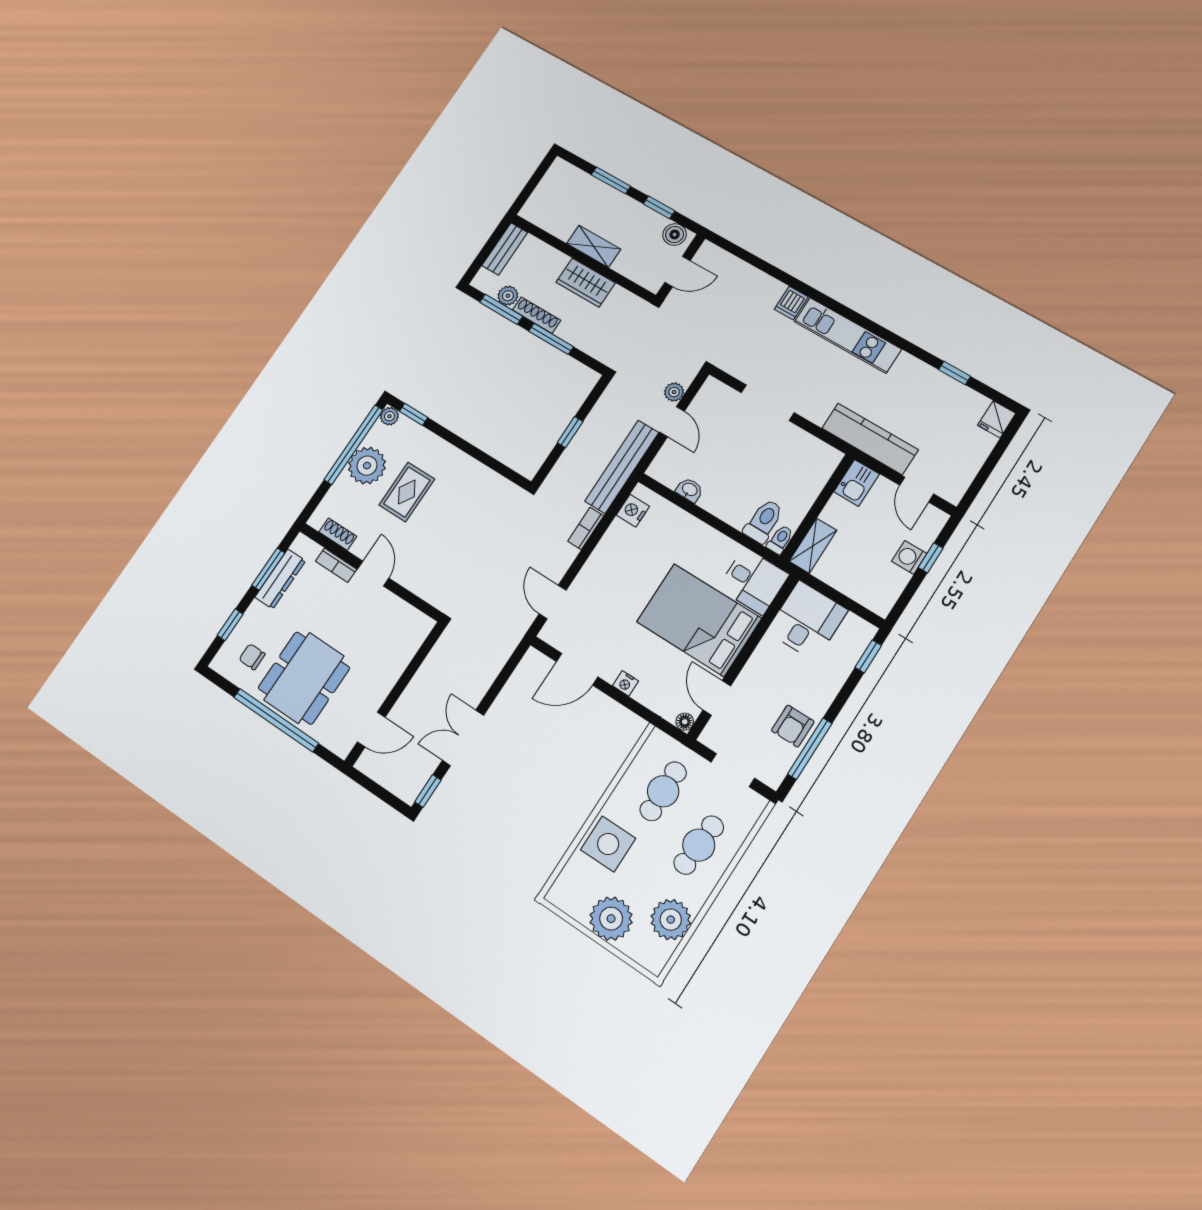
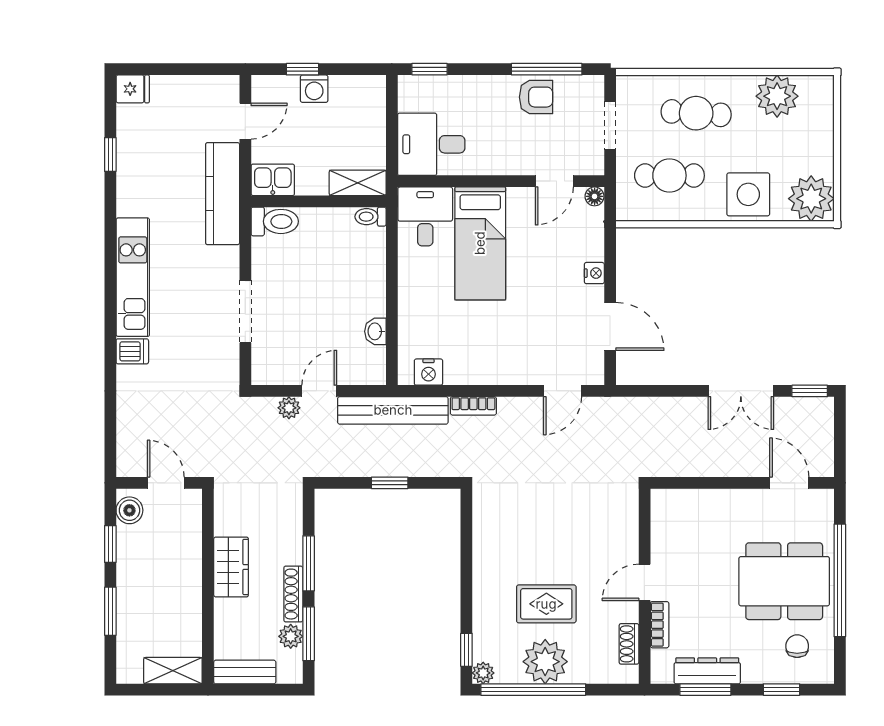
shelving: (594, 246) -> (173, 671), moved, turned 90
toilet: (764, 521) -> (275, 221), moved, turned 180
bed: (699, 620) -> (480, 243), width x0.67
chair: (252, 657) -> (797, 646), turned 180
plant: (611, 919) -> (811, 199), moved

